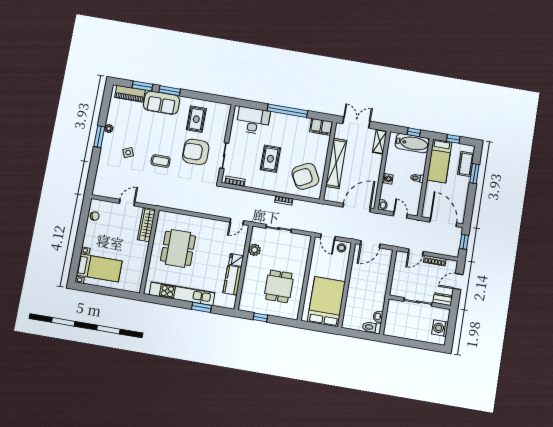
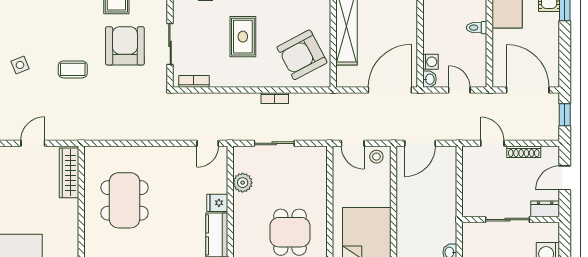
armchair: (196, 152) -> (125, 46), turned 90
washing machine: (388, 179) -> (431, 62), moved
door: (416, 252) -> (492, 143), swing flipped

